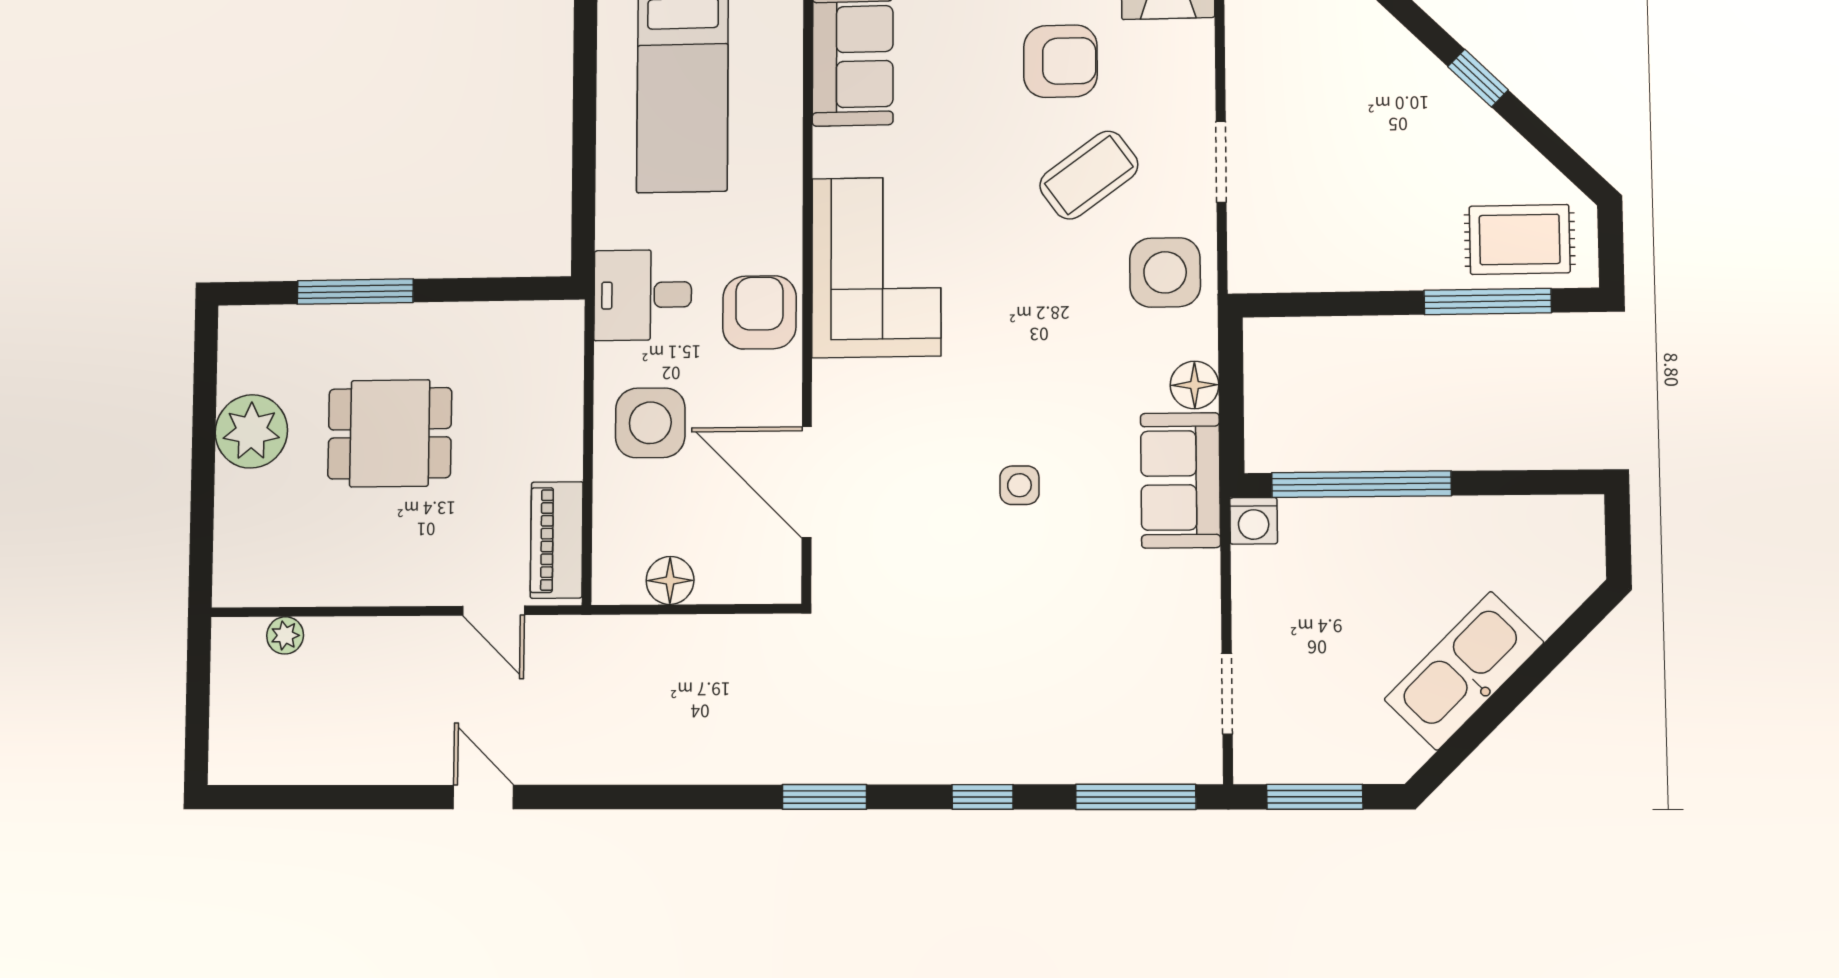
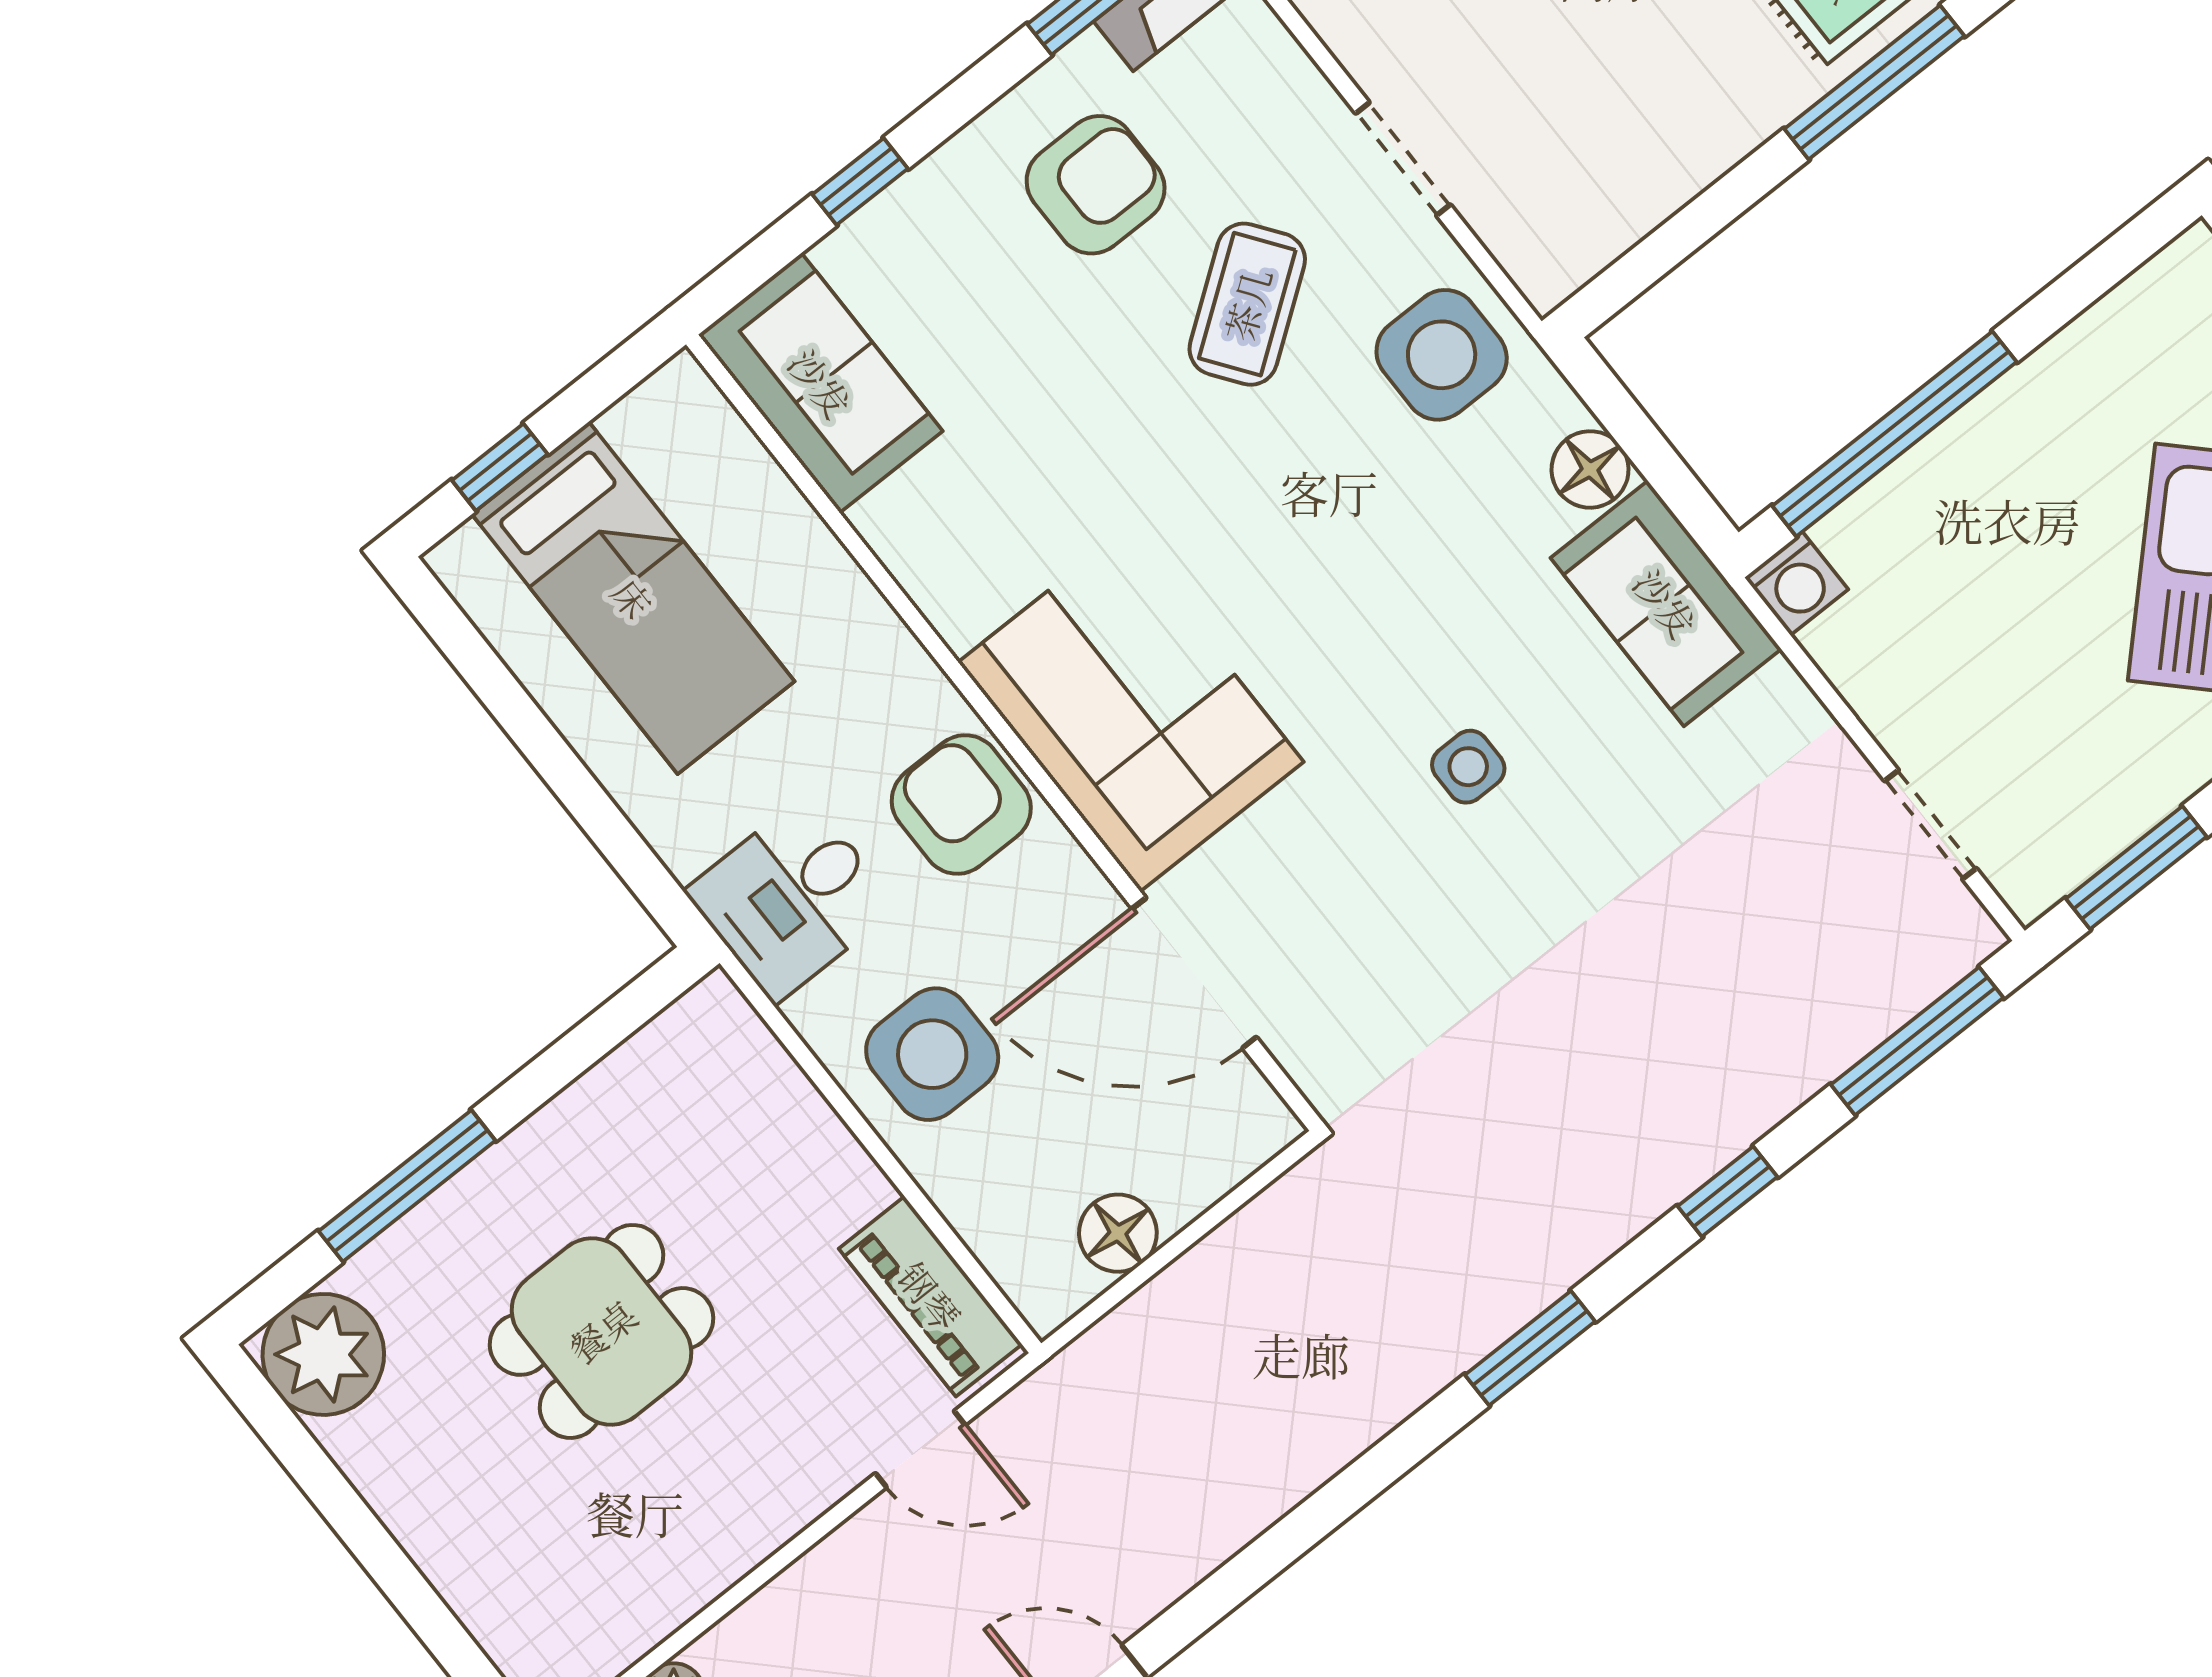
corner sofa: (876, 267) -> (1131, 712), moved
plant: (251, 431) -> (323, 1354), moved

